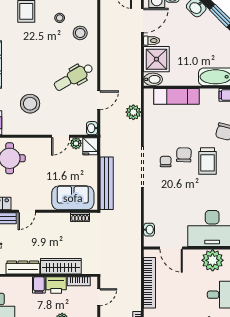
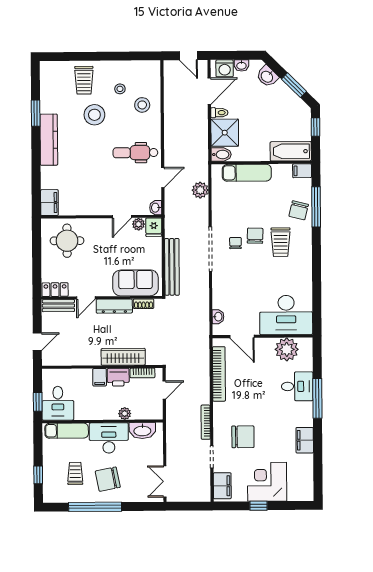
dental chair: (74, 77) -> (135, 153), turned 30
stool: (30, 104) -> (94, 115), moved
dresser: (23, 267) -> (114, 306), moved, turned 180

